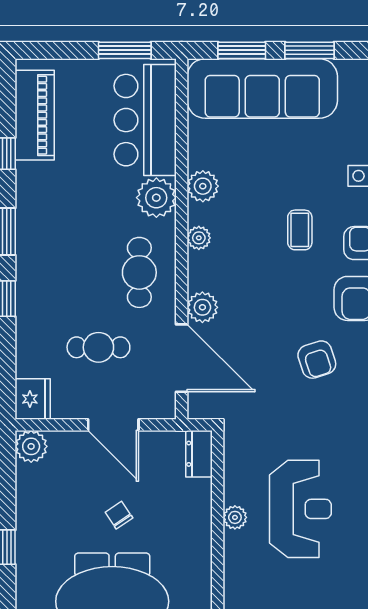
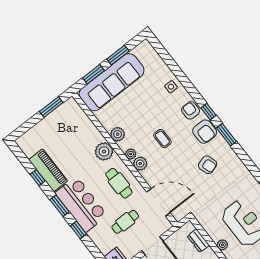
piano: (35, 115) -> (48, 170), moved
bar counter: (145, 120) -> (81, 204), moved, turned 180
coffee table: (300, 230) -> (162, 139), moved
plant: (202, 307) -> (140, 164), moved
dresser: (199, 454) -> (198, 241), moved

